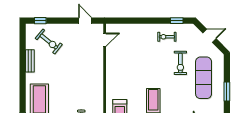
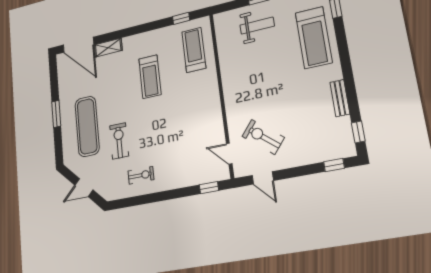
window: (177, 21) -> (209, 188), moved
window: (23, 38) -> (358, 132), added
door: (105, 40) -> (229, 154), hinge flipped
exercise bike: (49, 41) -> (263, 137), moved

